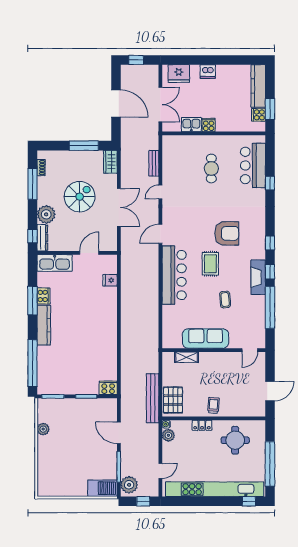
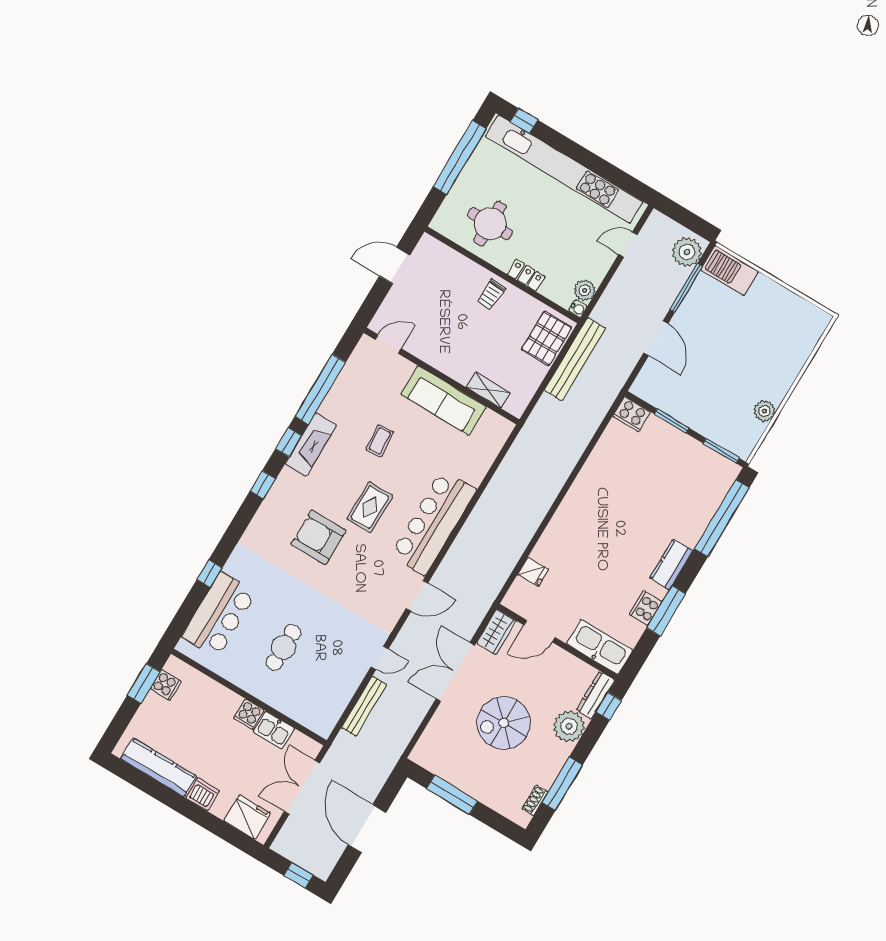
kitchen counter: (258, 86) -> (158, 767), moved, turned -90
wardrobe: (110, 162) -> (496, 632), moved
bench: (154, 163) -> (364, 706), width x1.36
kitchen counter: (44, 325) -> (671, 564), width x0.67
window: (143, 501) -> (681, 215), removed

